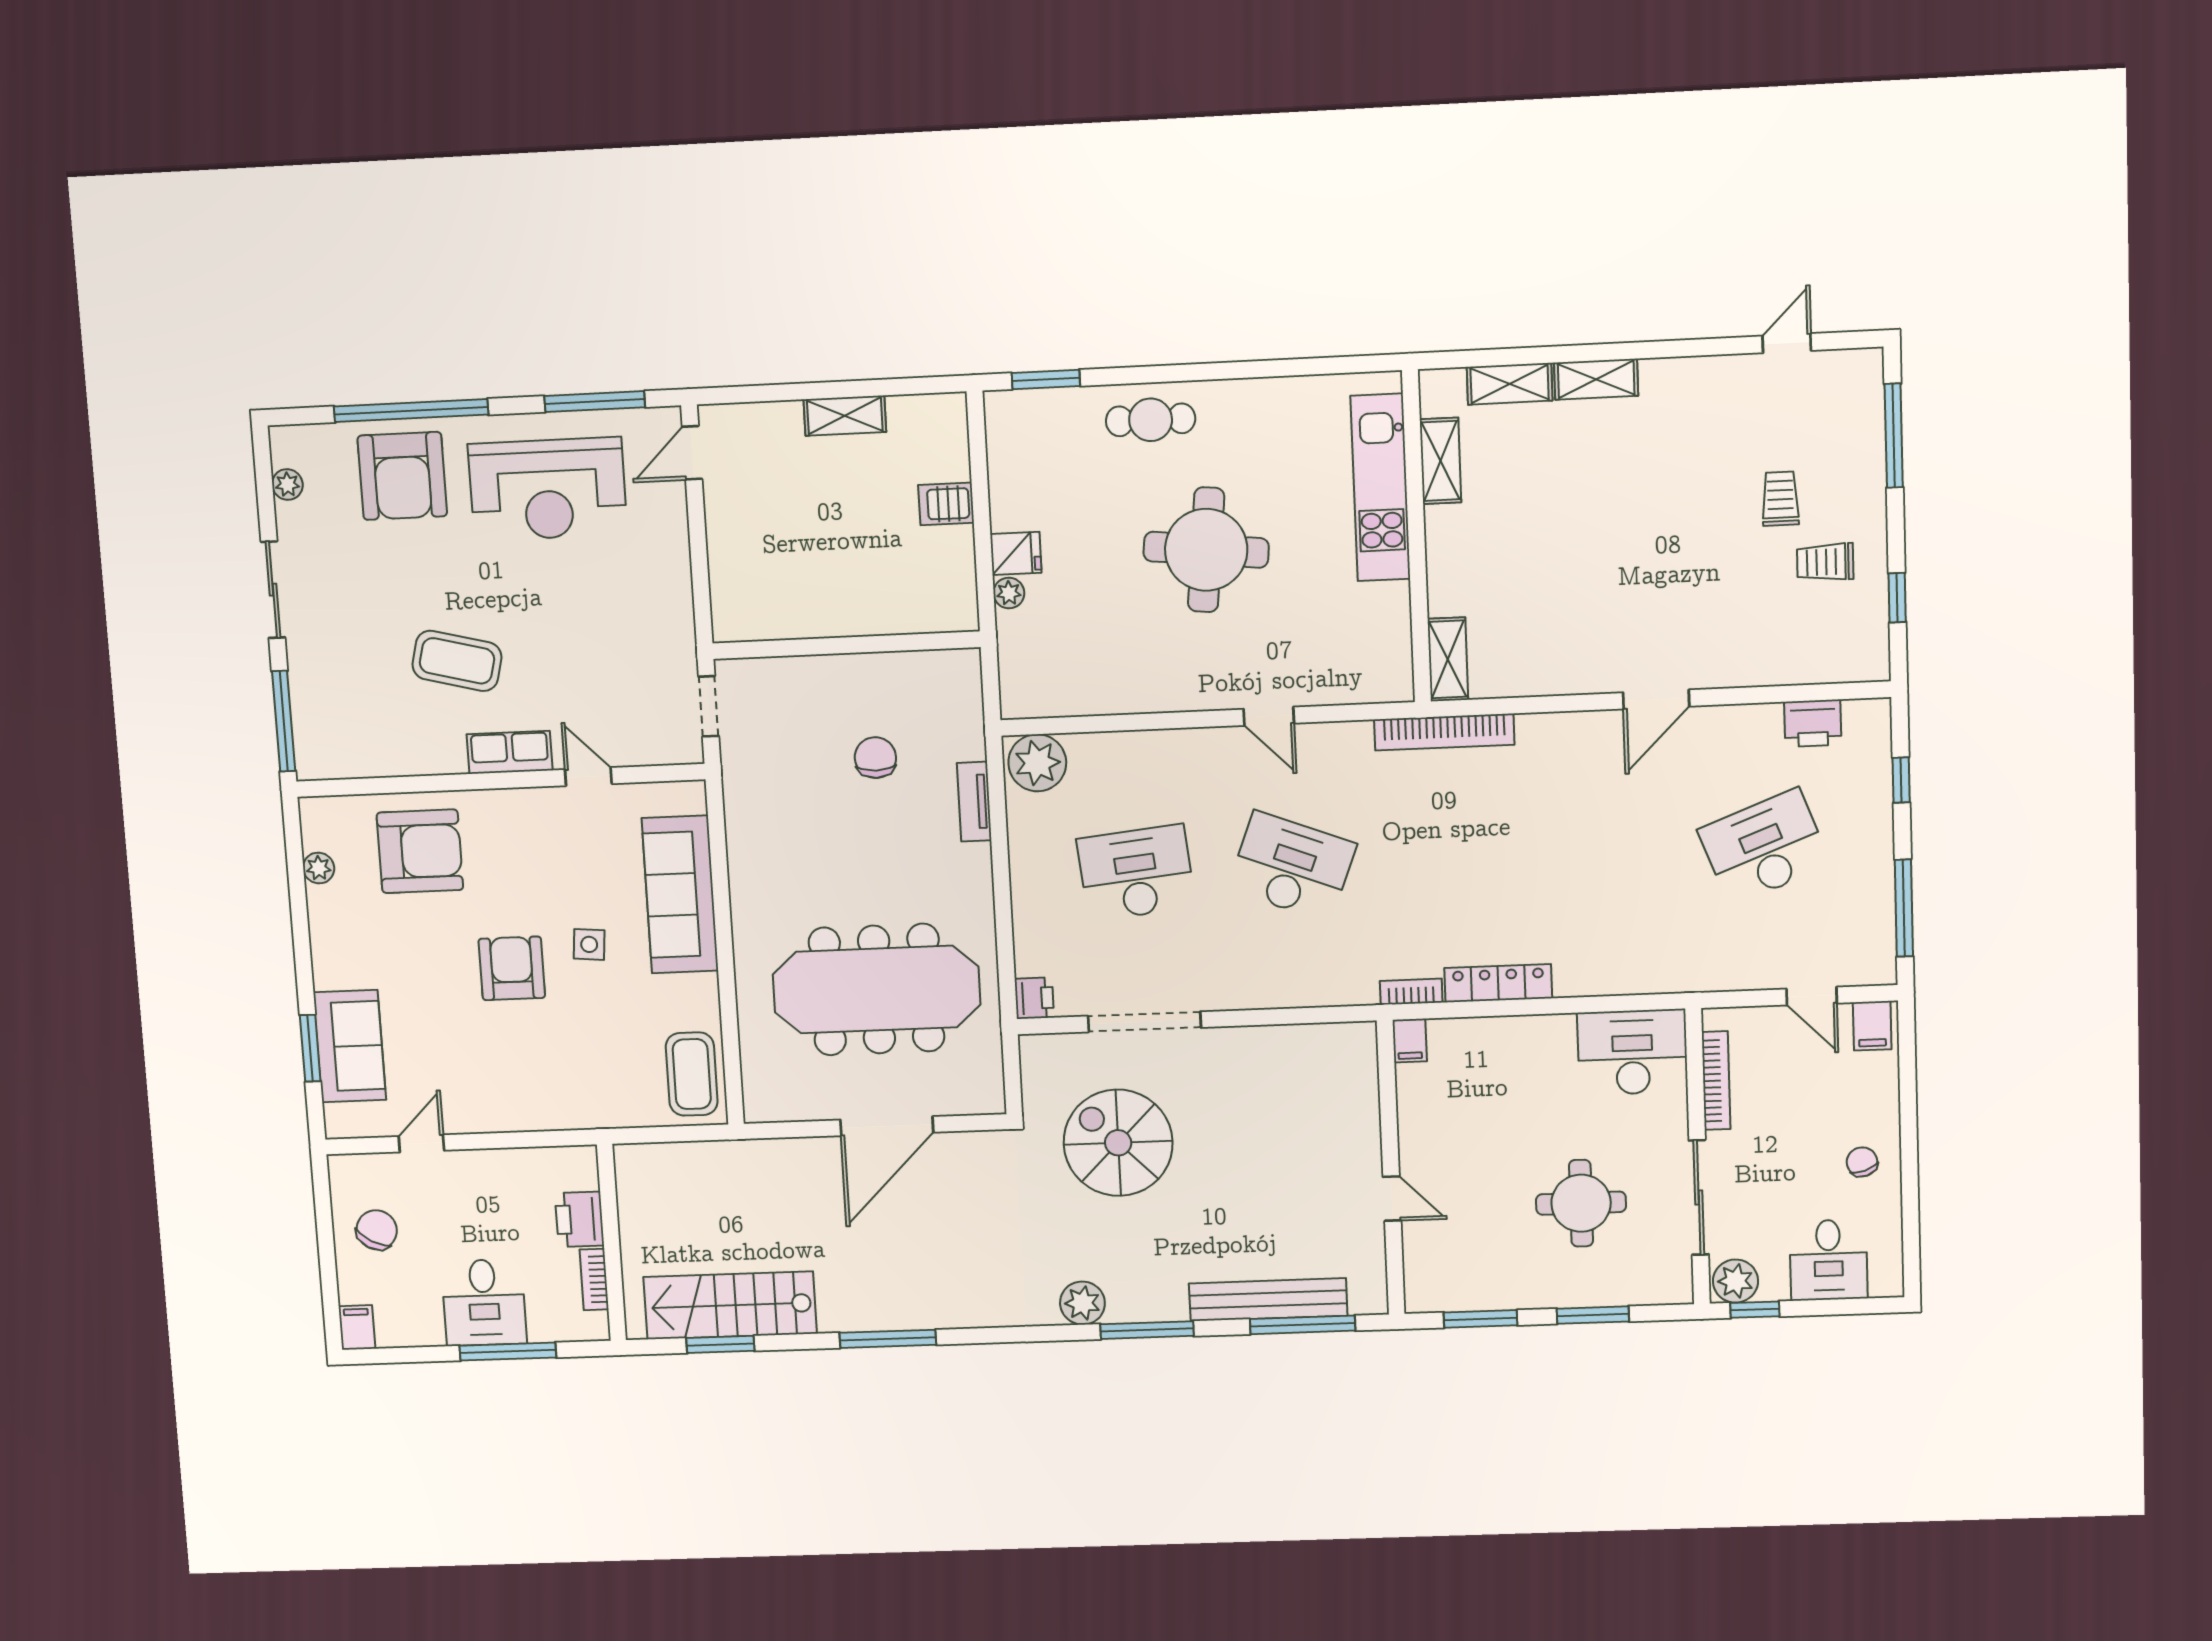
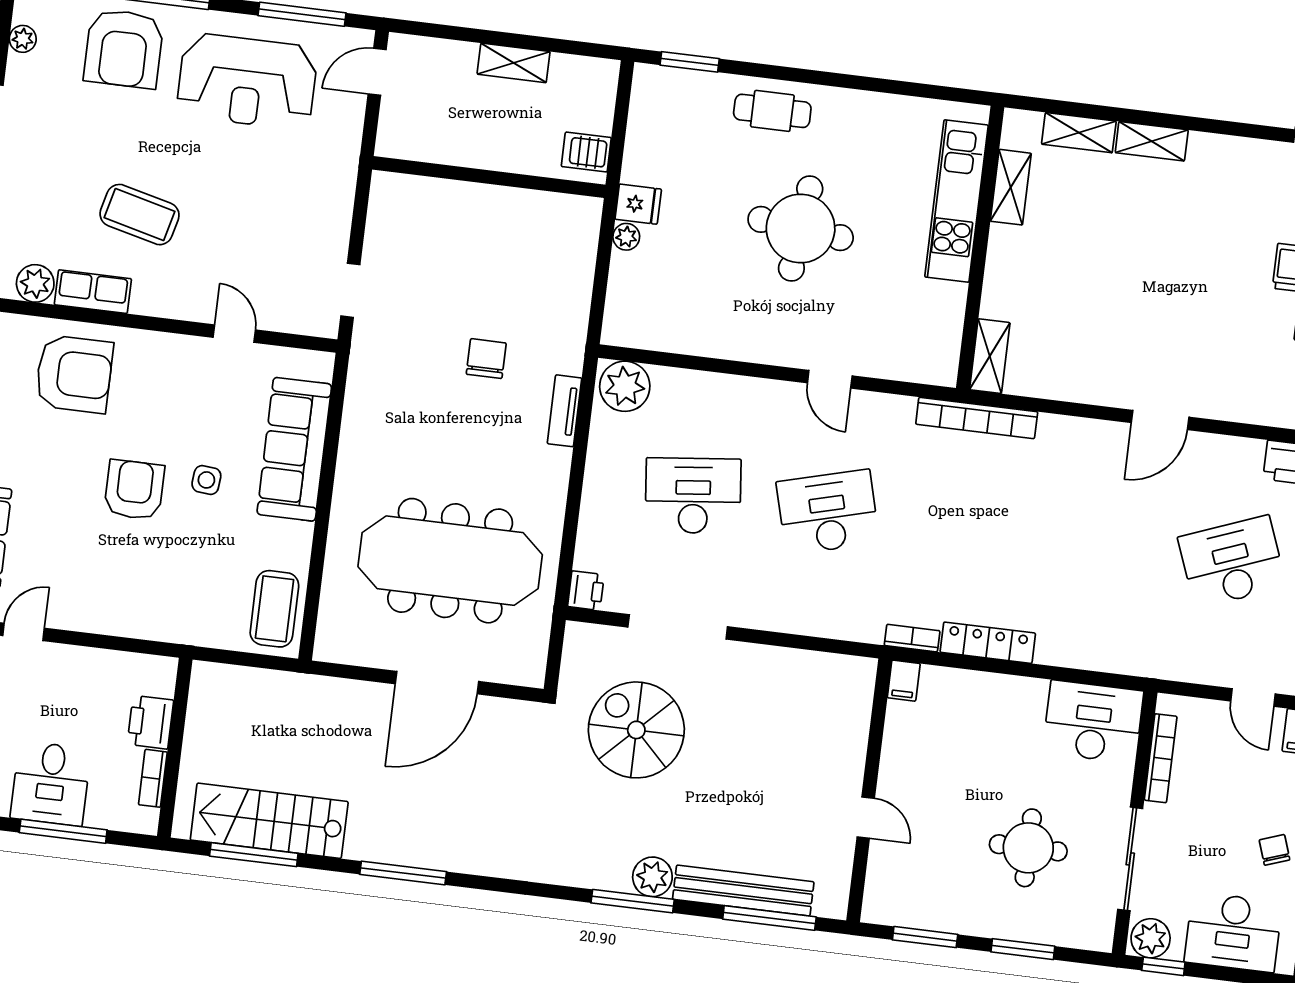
wall: (846, 645) -> (489, 177), moved
row of seats: (510, 752) -> (93, 292), moved
plant: (357, 758) -> (35, 283), added
desk: (1292, 867) -> (828, 512), turned -36
desk: (1829, 1260) -> (1233, 932), width x1.37
plant: (1082, 1303) -> (652, 877), moved
window: (720, 1344) -> (254, 855), width x1.44

